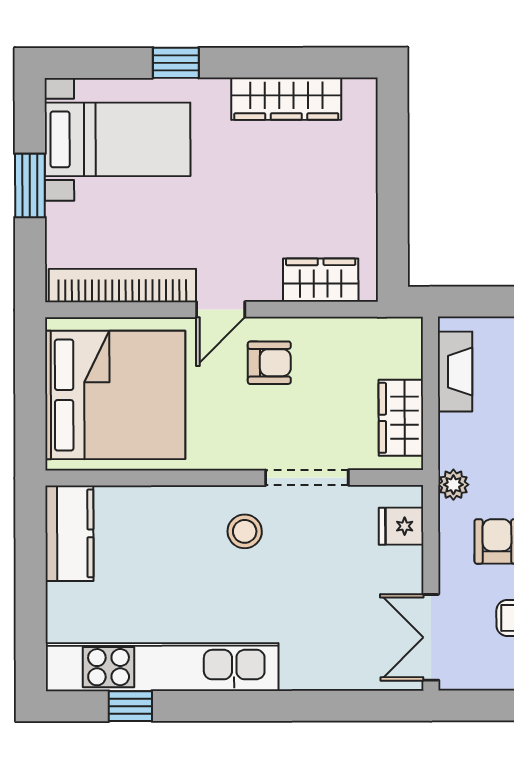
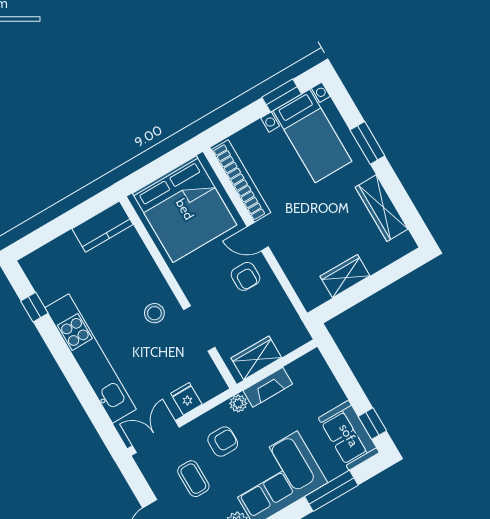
window: (176, 63) -> (367, 143), width x1.50
window: (30, 186) -> (282, 96), moved
wardrobe: (321, 280) -> (345, 276), moved, turned -90
fireplace: (455, 372) -> (268, 387), moved
fridge: (401, 526) -> (186, 399), moved
kitchen unit: (162, 667) -> (91, 359), moved

